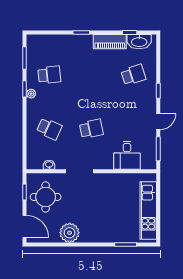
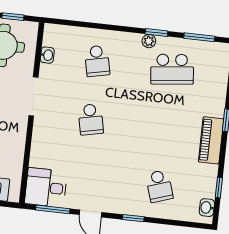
piano: (110, 42) -> (211, 140), moved
washbasin: (139, 42) -> (207, 208), width x0.52, depth x0.69
school desk: (49, 75) -> (172, 69), width x1.85
school desk: (49, 129) -> (97, 61), turned -36
desk: (127, 155) -> (46, 187), moved

